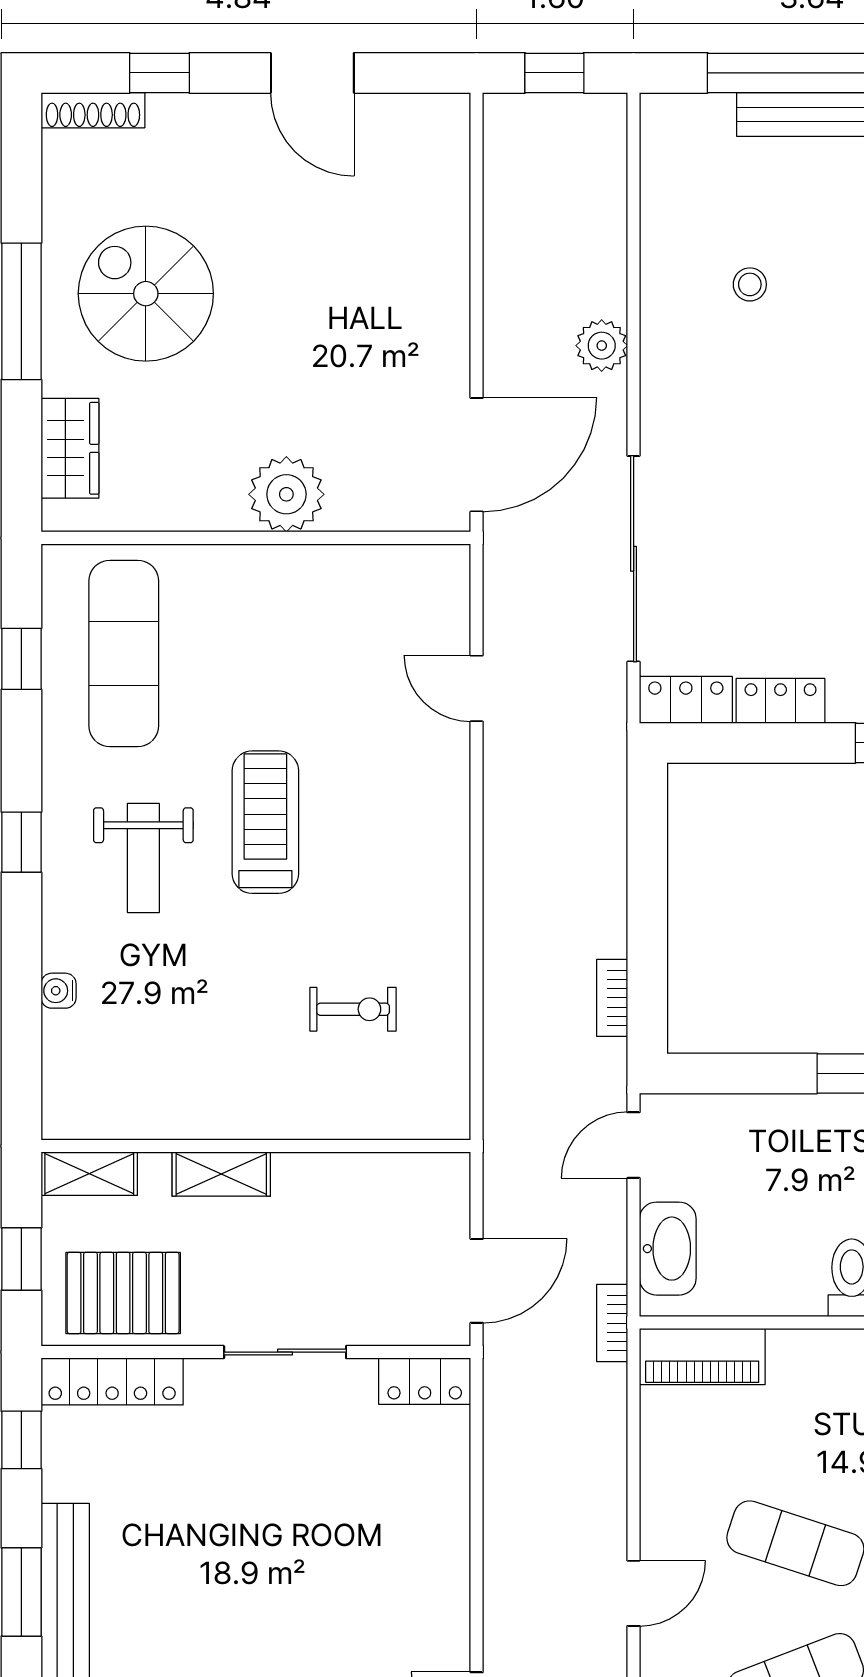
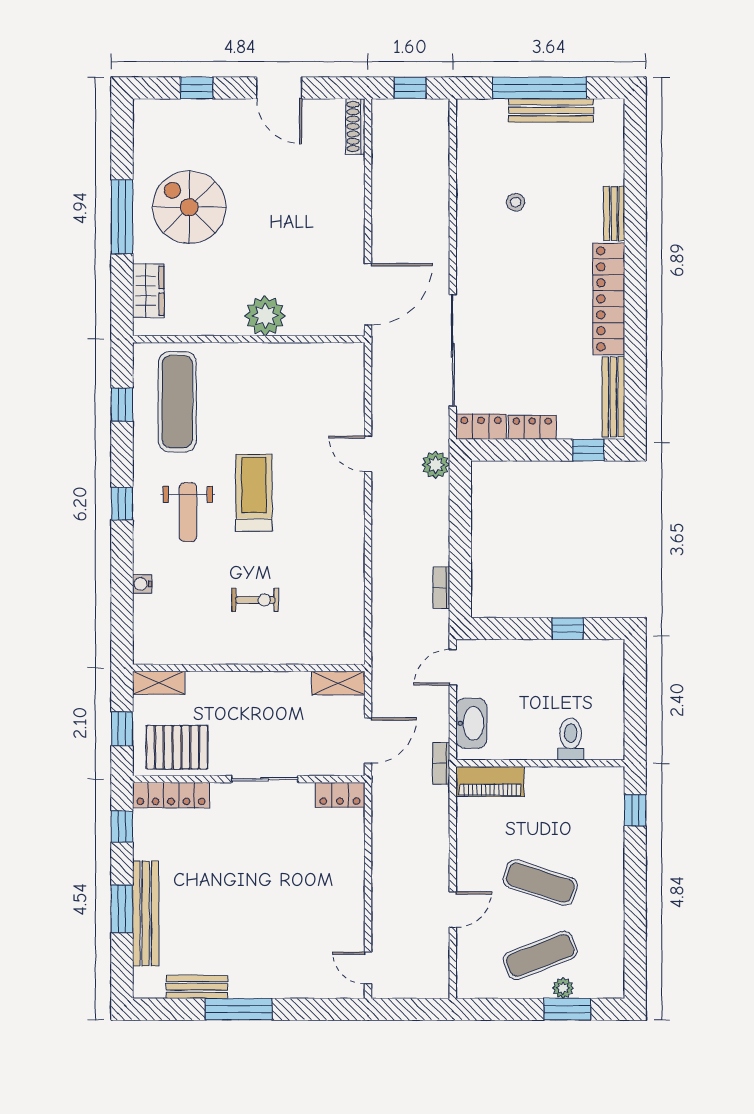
shoe rack: (93, 110) -> (355, 127), moved, turned 90
plant: (602, 346) -> (436, 465), moved
door: (477, 688) -> (368, 454), moved
exercise bike: (353, 1009) -> (255, 600), moved
shelving: (221, 1174) -> (338, 683), moved

